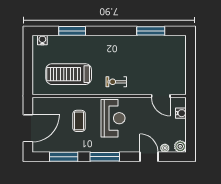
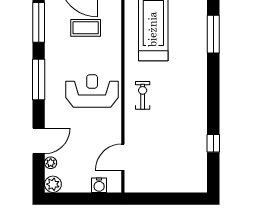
window: (151, 31) -> (213, 143), width x0.46
reception desk: (113, 118) -> (92, 91), turned 180
coffee table: (79, 121) -> (86, 28), moved

